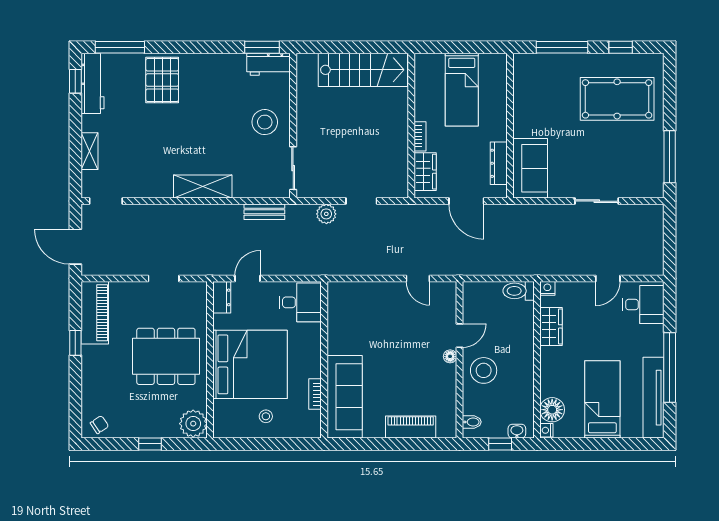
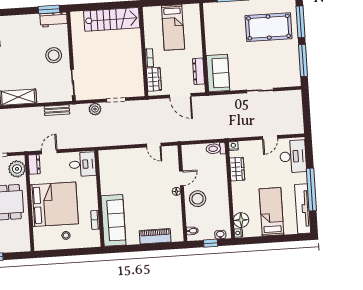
window: (670, 94) -> (301, 22), added
desk: (643, 305) -> (293, 156), width x1.37
plant: (193, 424) -> (17, 169), moved

